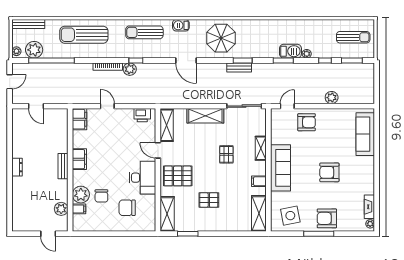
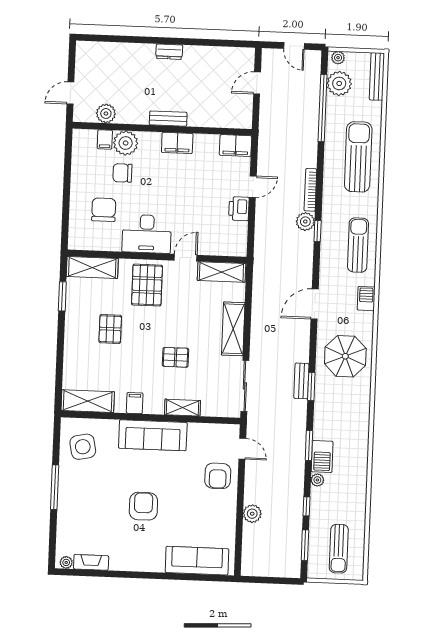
printer: (142, 115) -> (239, 209), moved
armchair: (327, 218) -> (77, 500), removed

